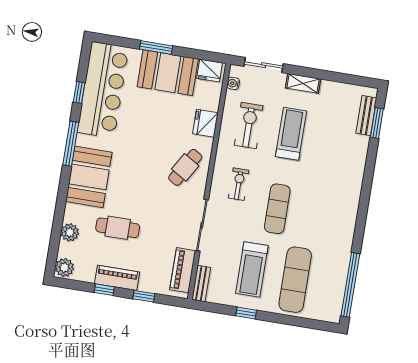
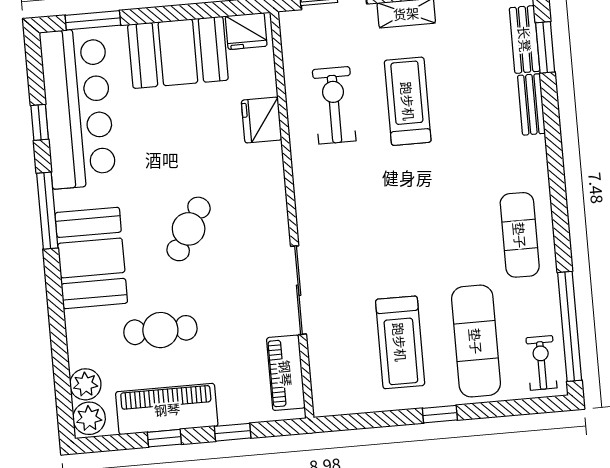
window: (156, 47) -> (93, 20), moved
water cooler: (233, 83) -> (291, 42), removed
cafe table: (185, 167) -> (189, 229), moved
exercise bike: (239, 184) -> (541, 363), moved
exercise mat: (277, 209) -> (520, 235), moved
plant: (70, 232) -> (85, 384), moved
piano: (117, 278) -> (167, 409), width x1.37, depth x1.33
bench: (201, 283) -> (531, 104), moved
window: (246, 313) -> (440, 414), moved

